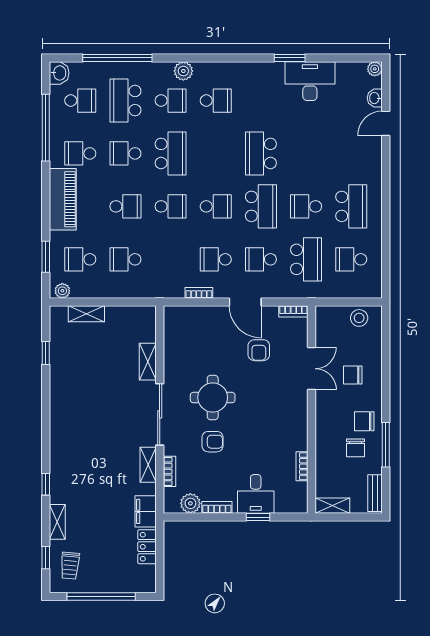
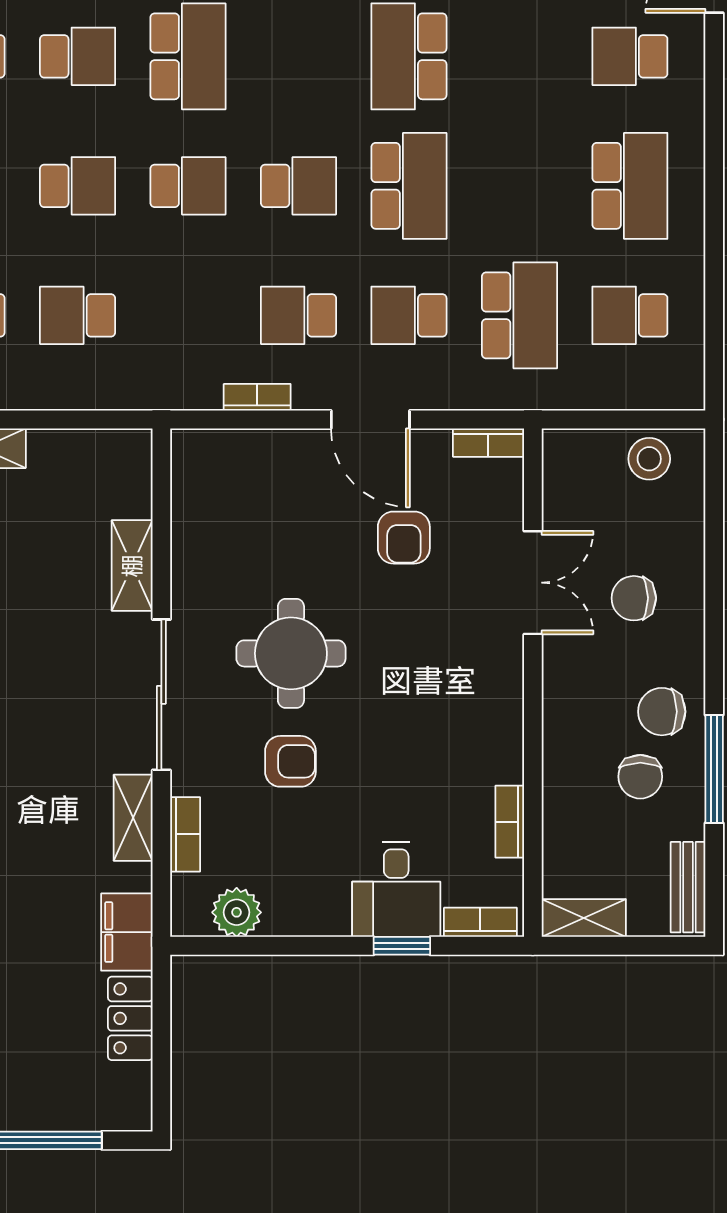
school desk: (125, 153) -> (78, 56), turned 180
school desk: (306, 206) -> (630, 56), moved
bookcase: (217, 507) -> (480, 922), moved

